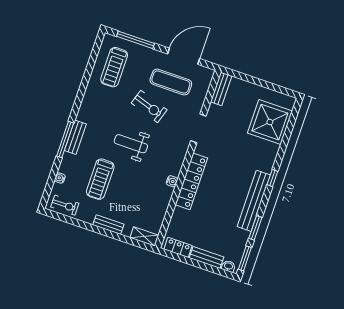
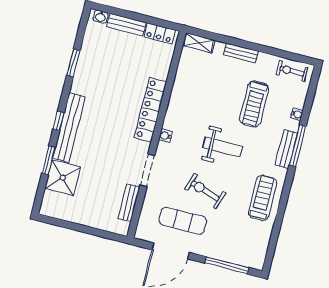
treadmill: (114, 67) -> (263, 198), moved
bench: (221, 89) -> (129, 203), moved
shower: (270, 122) -> (63, 178), width x0.73, depth x0.73
water cooler: (60, 178) -> (297, 114), moved
treadmill: (100, 179) -> (254, 104), turned 180
water cooler: (172, 181) -> (165, 136), moved
bench: (254, 201) -> (69, 127), moved
window: (245, 258) -> (49, 160), moved

